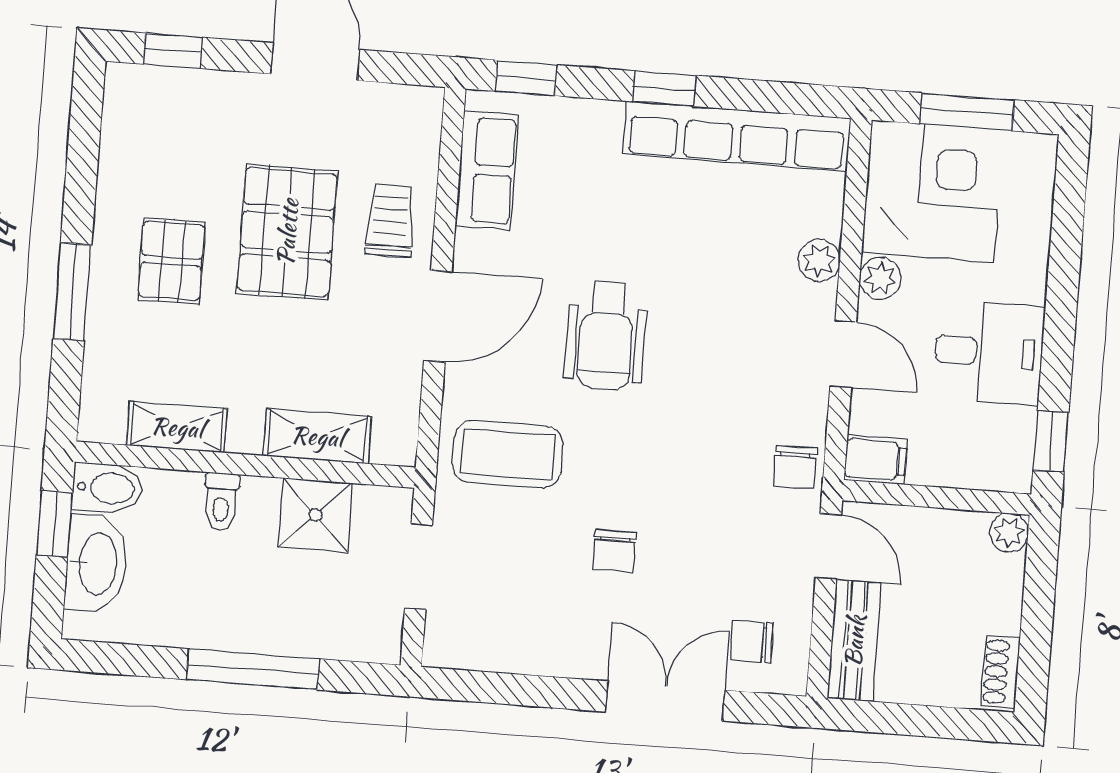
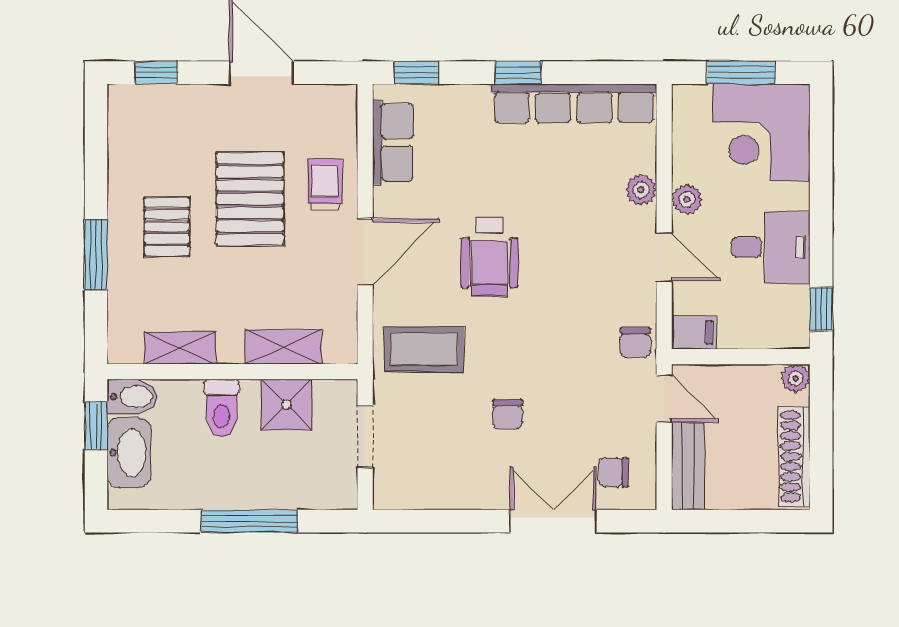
corner desk: (932, 191) -> (761, 132), moved, turned 180
toilet: (221, 502) -> (222, 408), width x1.37, depth x1.39
shoe rack: (1001, 672) -> (794, 456), width x1.94, depth x1.24

